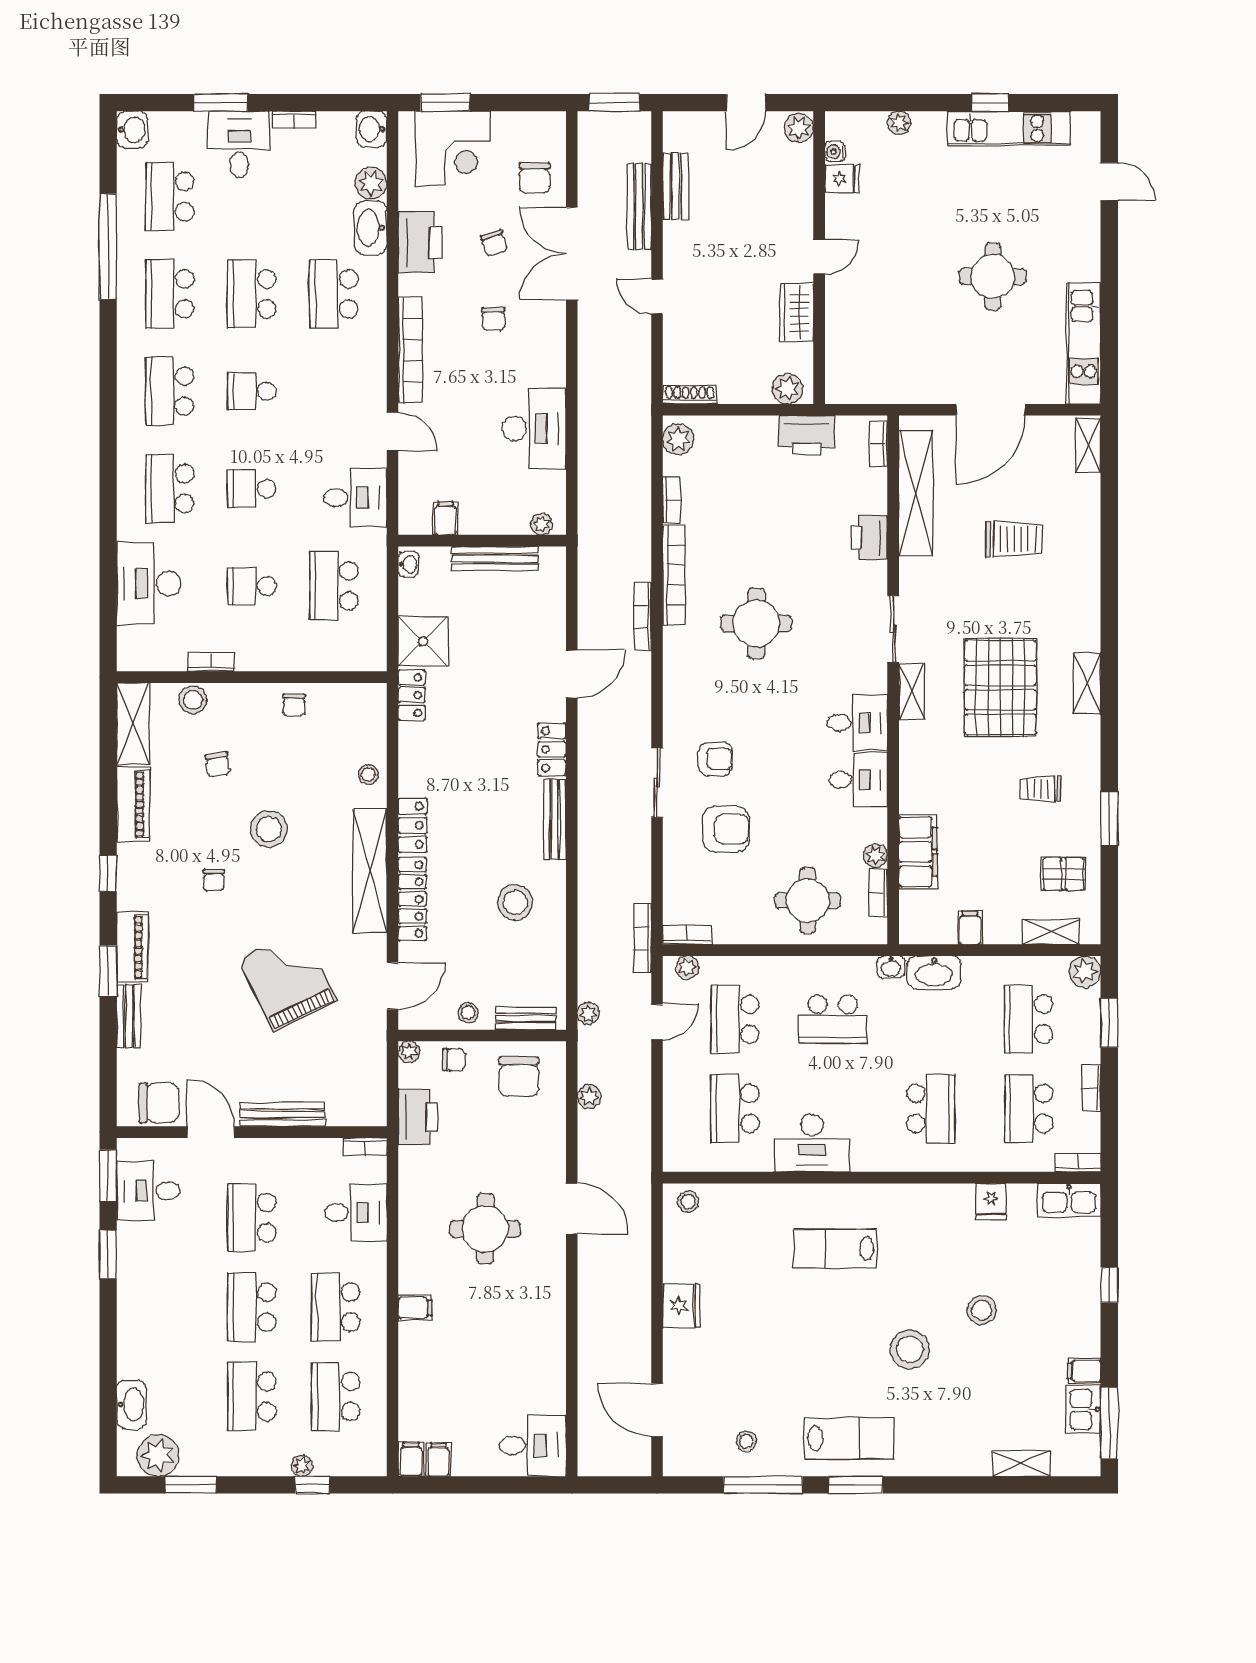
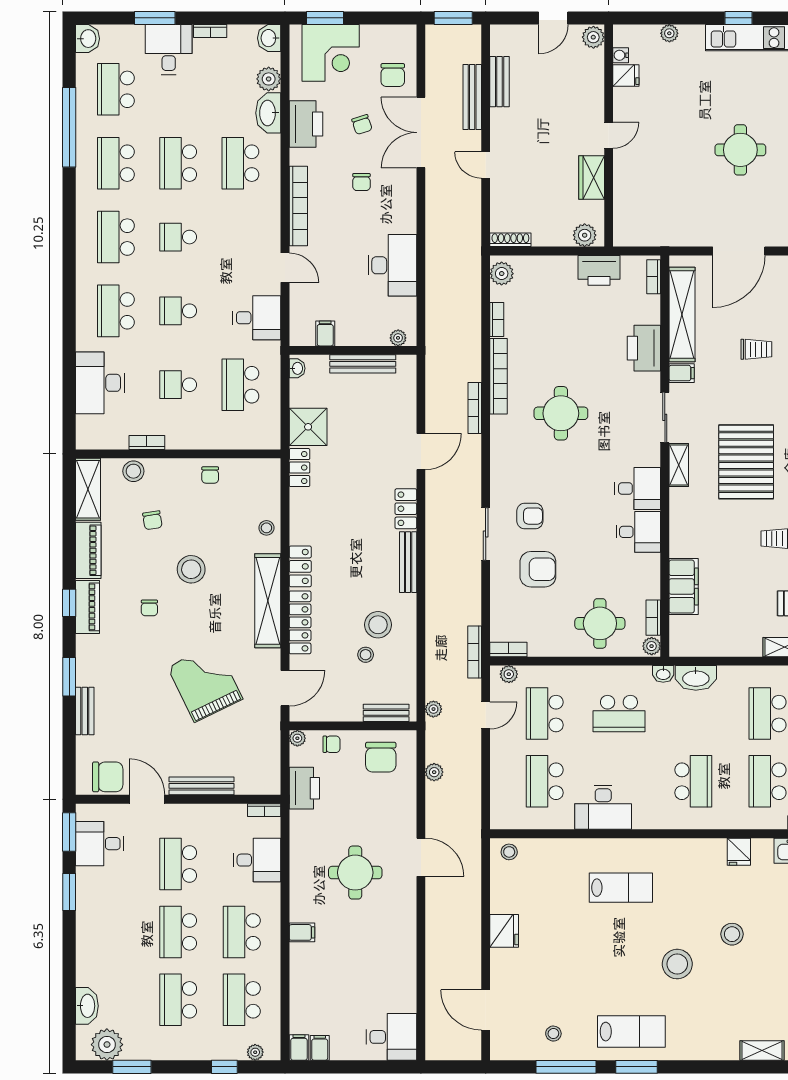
printer: (869, 538) -> (644, 348), width x1.37, depth x1.19
trolley: (1014, 539) -> (756, 349), width x0.73, depth x0.72
plant: (876, 856) -> (652, 646), moved
filing cabinet: (970, 928) -> (682, 373), moved, turned 90
piano: (132, 947) -> (88, 607), moved
stool: (468, 1013) -> (366, 655), moved
lab bench: (835, 1249) -> (621, 888), turned 180
plant: (302, 1466) -> (255, 1052), moved

